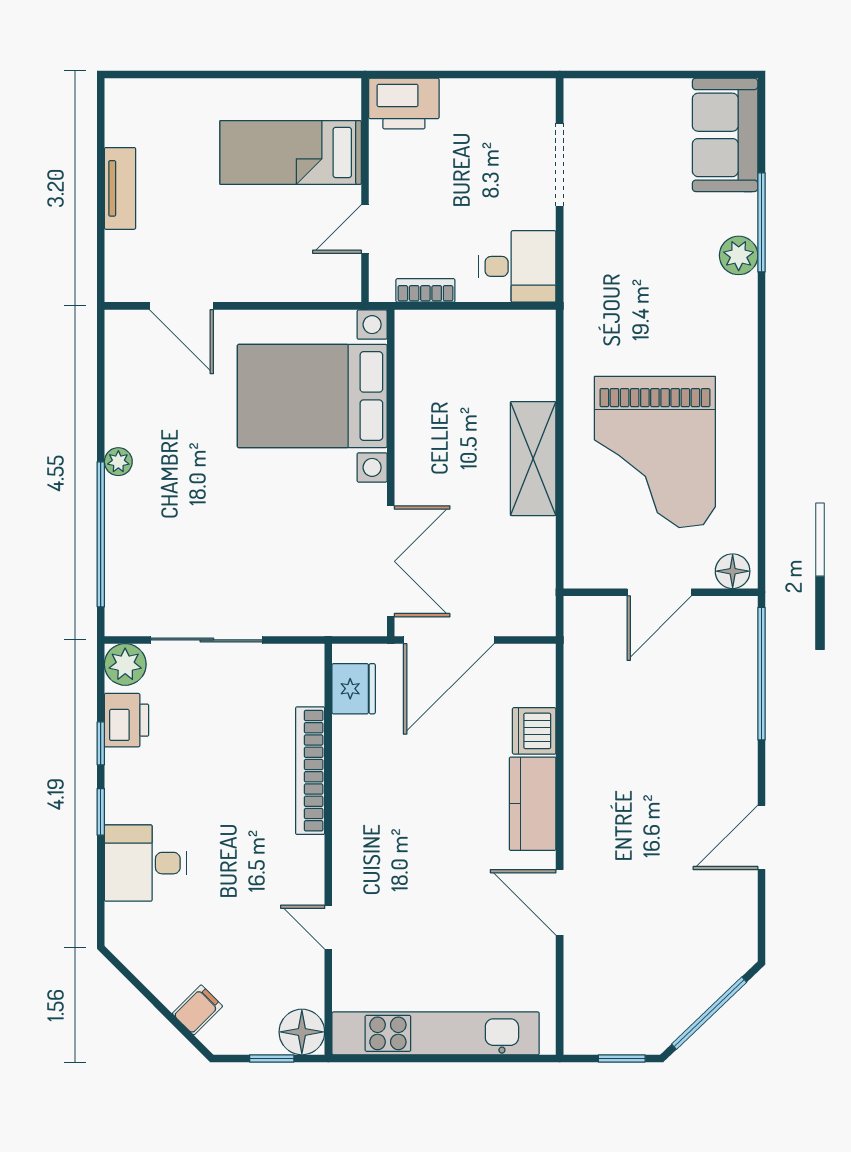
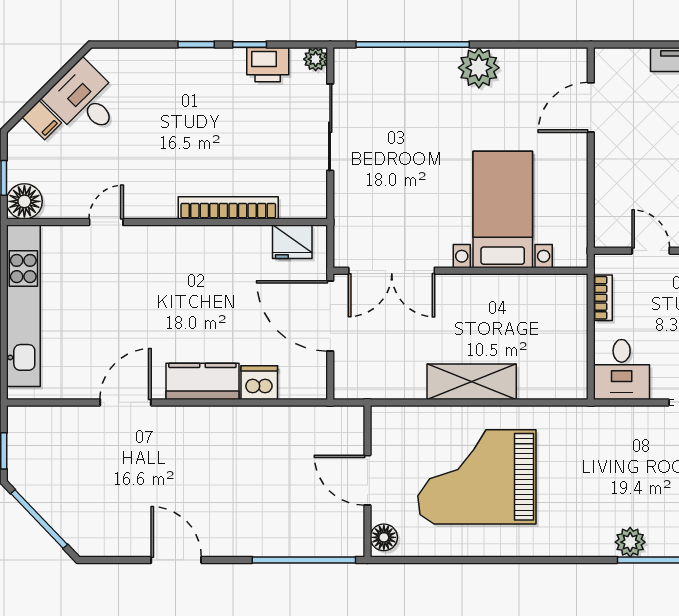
bed with nightstands: (312, 396) -> (503, 209), width x0.73
plant: (118, 462) -> (479, 68), width x1.88, depth x1.88
plant: (125, 664) -> (316, 59), width x0.73, depth x0.73
desk: (146, 863) -> (84, 100), moved, turned -45

